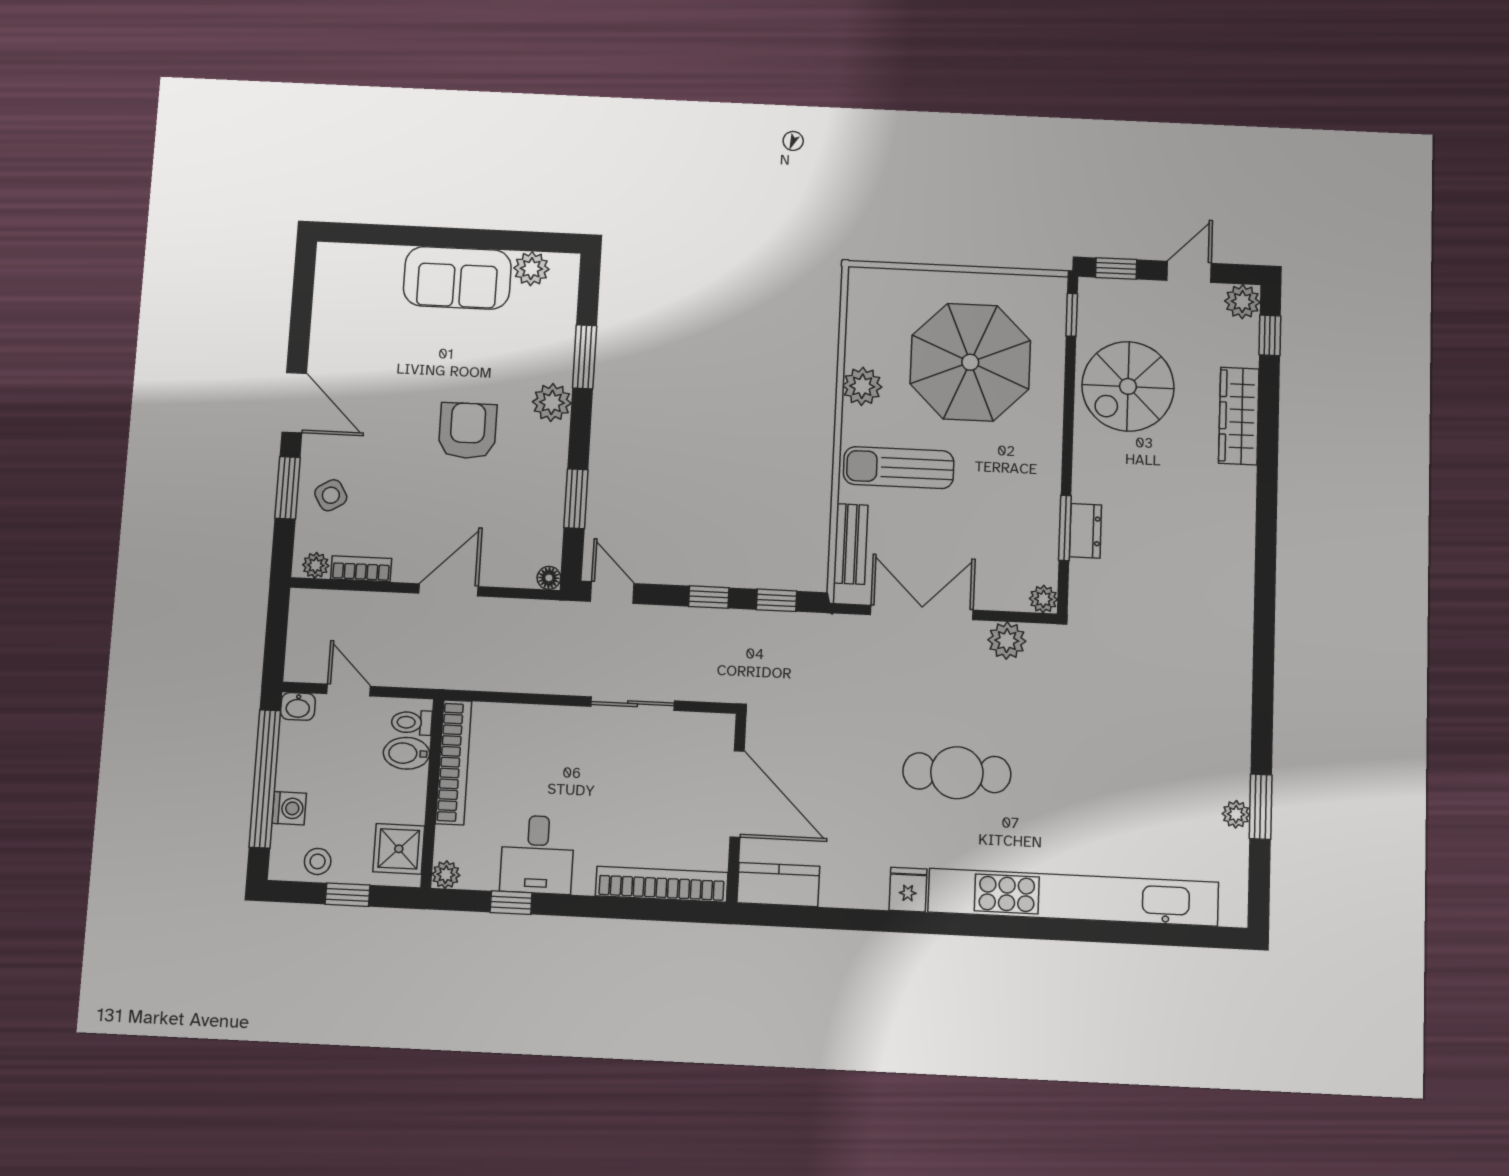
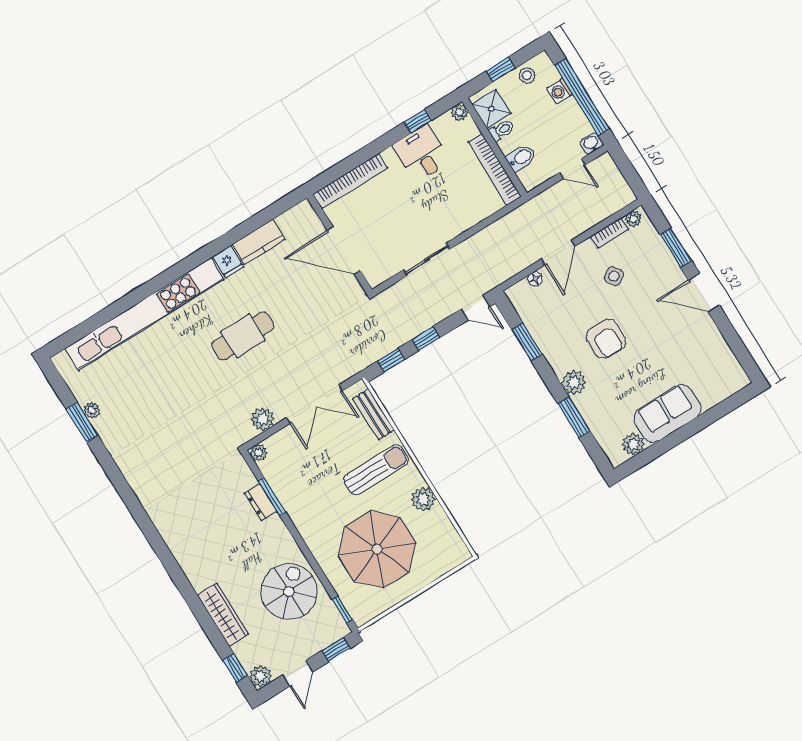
side table: (331, 495) -> (614, 276), moved
floor lamp: (549, 578) -> (535, 279), moved
toilet: (412, 722) -> (502, 130), moved
kitchen counter: (778, 885) -> (258, 242), moved

